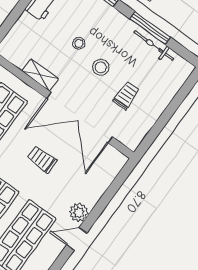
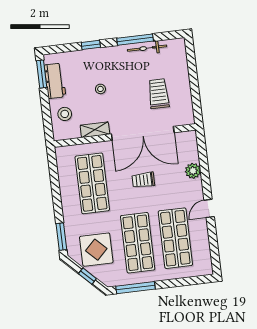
stool: (101, 67) -> (65, 114), moved
trolley: (126, 95) -> (158, 94), width x1.36, depth x1.39
plant: (79, 212) -> (193, 171), moved

